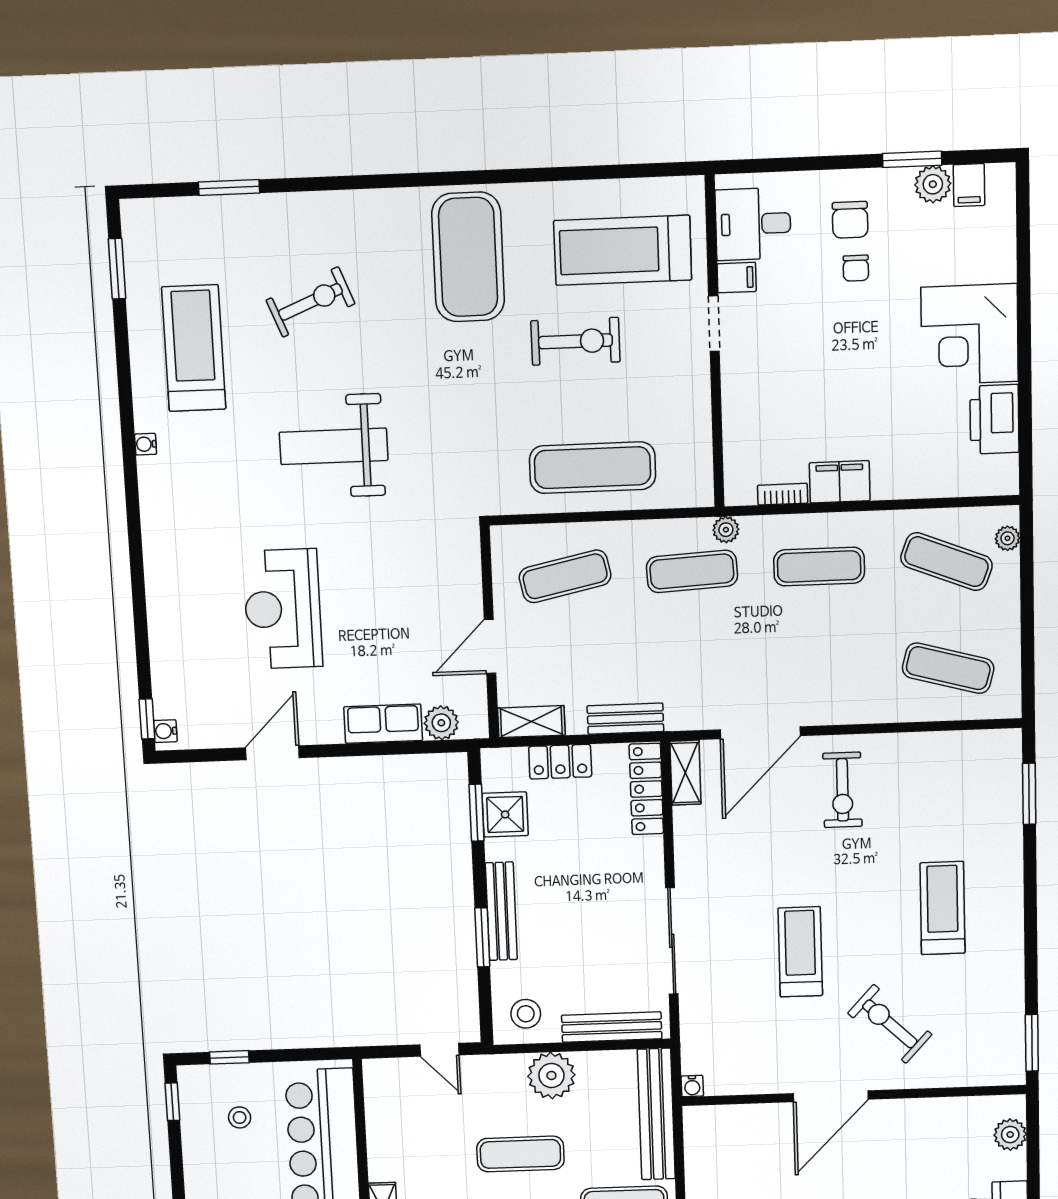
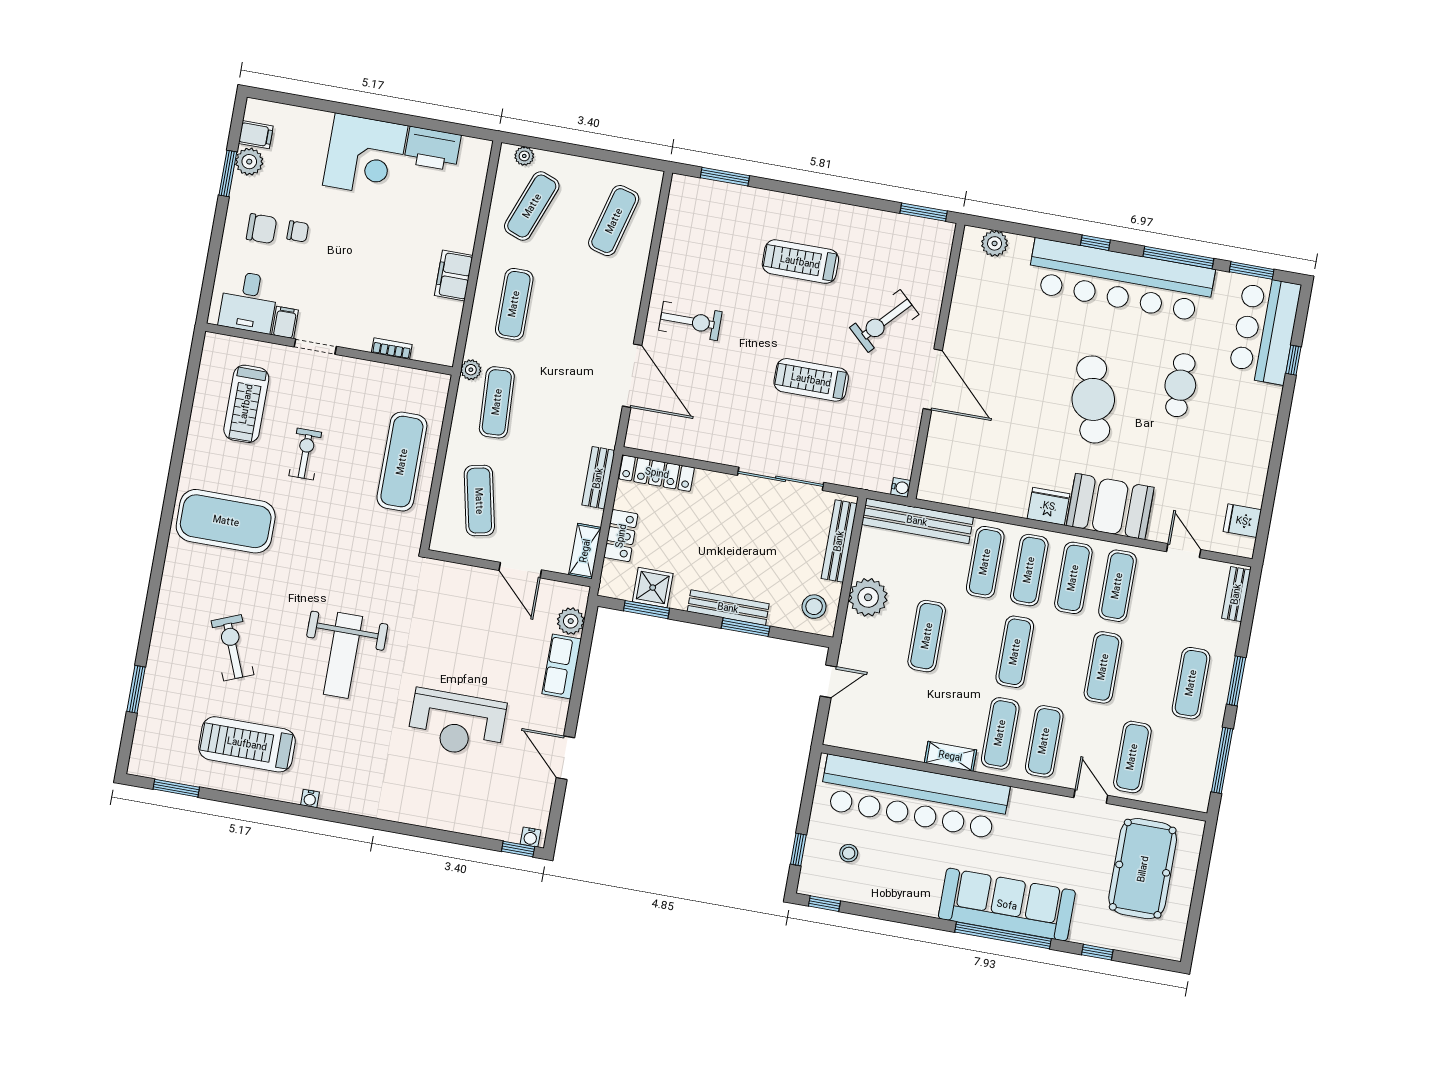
treadmill: (623, 250) -> (246, 404), width x0.73, depth x0.73
exercise bike: (575, 341) -> (305, 454), width x0.73, depth x0.72
bookcase: (783, 494) -> (392, 349), moved, turned 90
shelving: (685, 773) -> (650, 440), removed

